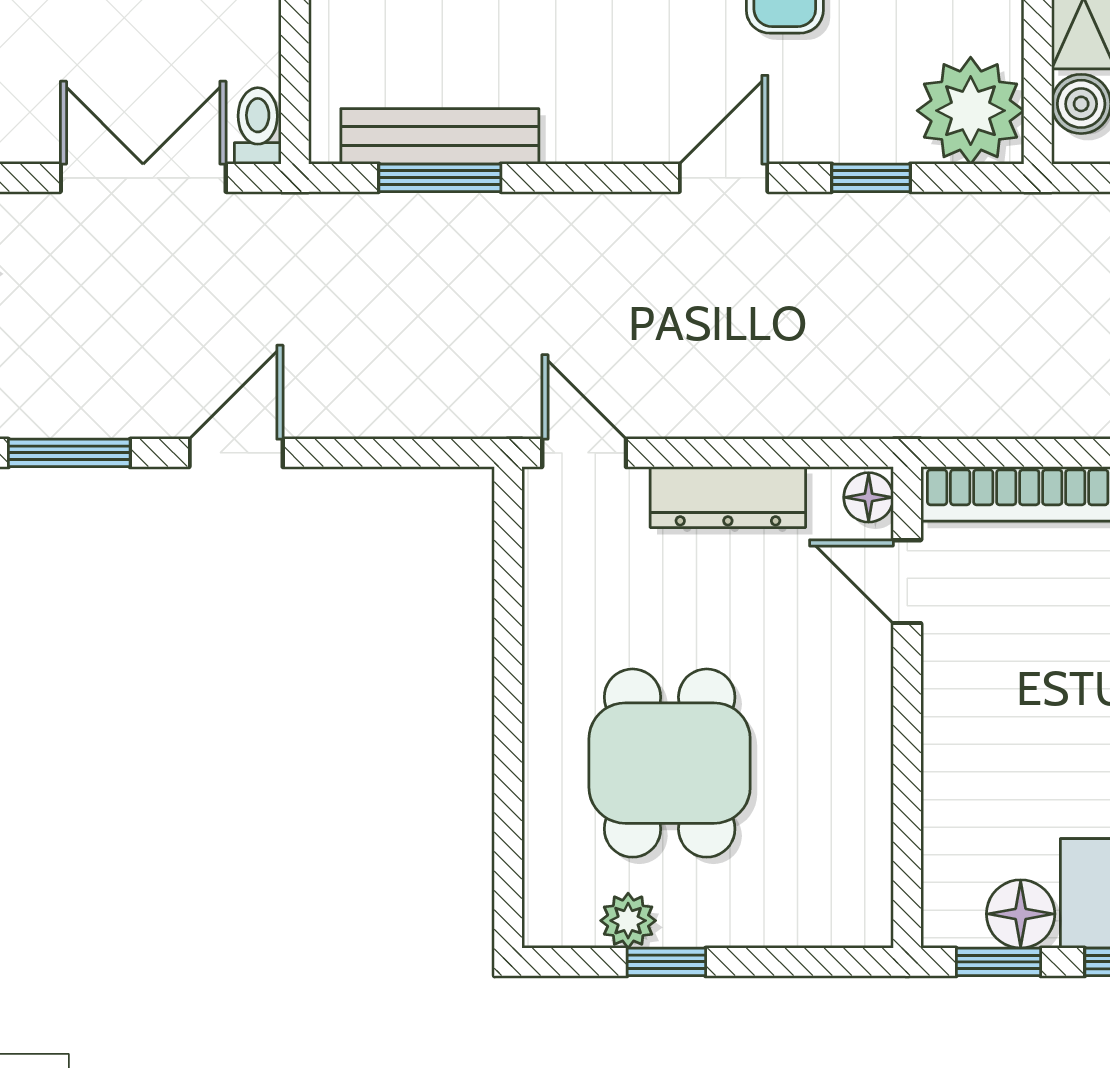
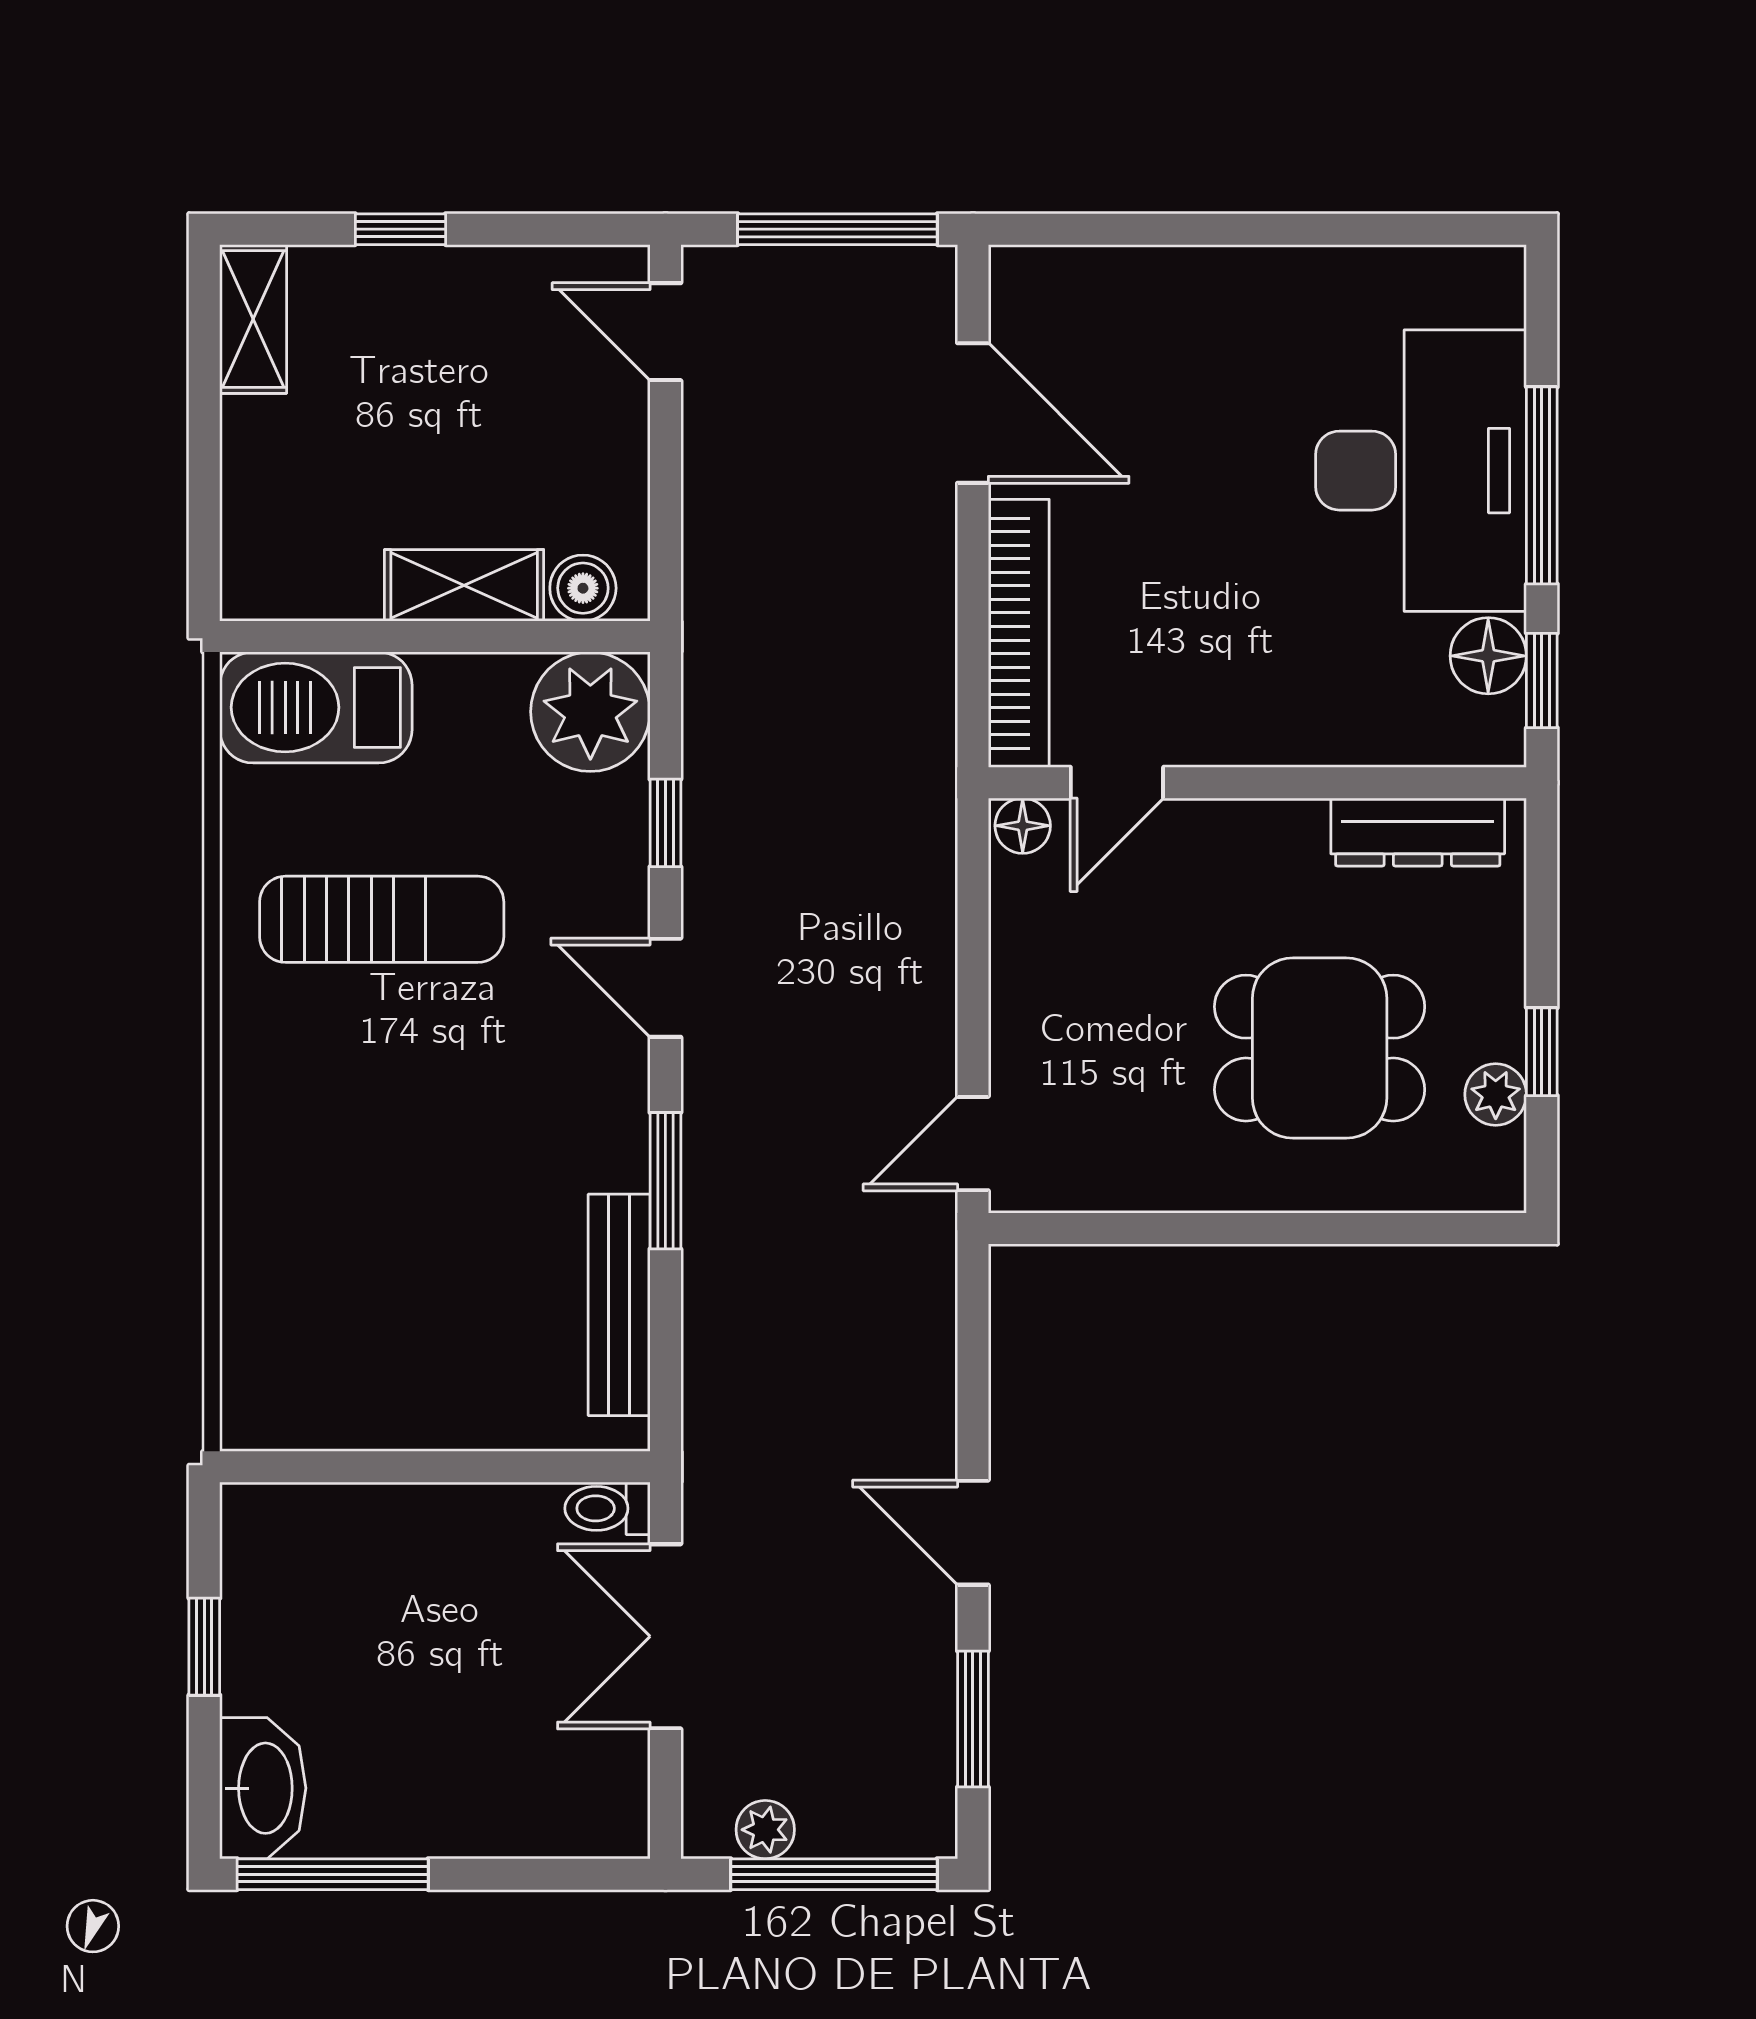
window: (440, 178) -> (665, 1181), moved
dresser: (728, 497) -> (1418, 832), moved, turned 90

